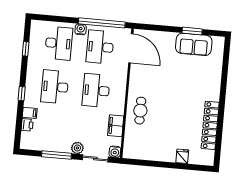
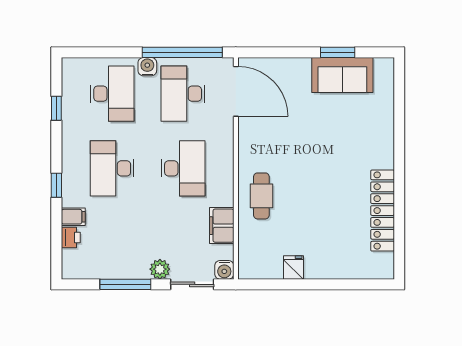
desk: (96, 90) -> (183, 168), turned 180
fridge: (182, 156) -> (294, 268), moved

